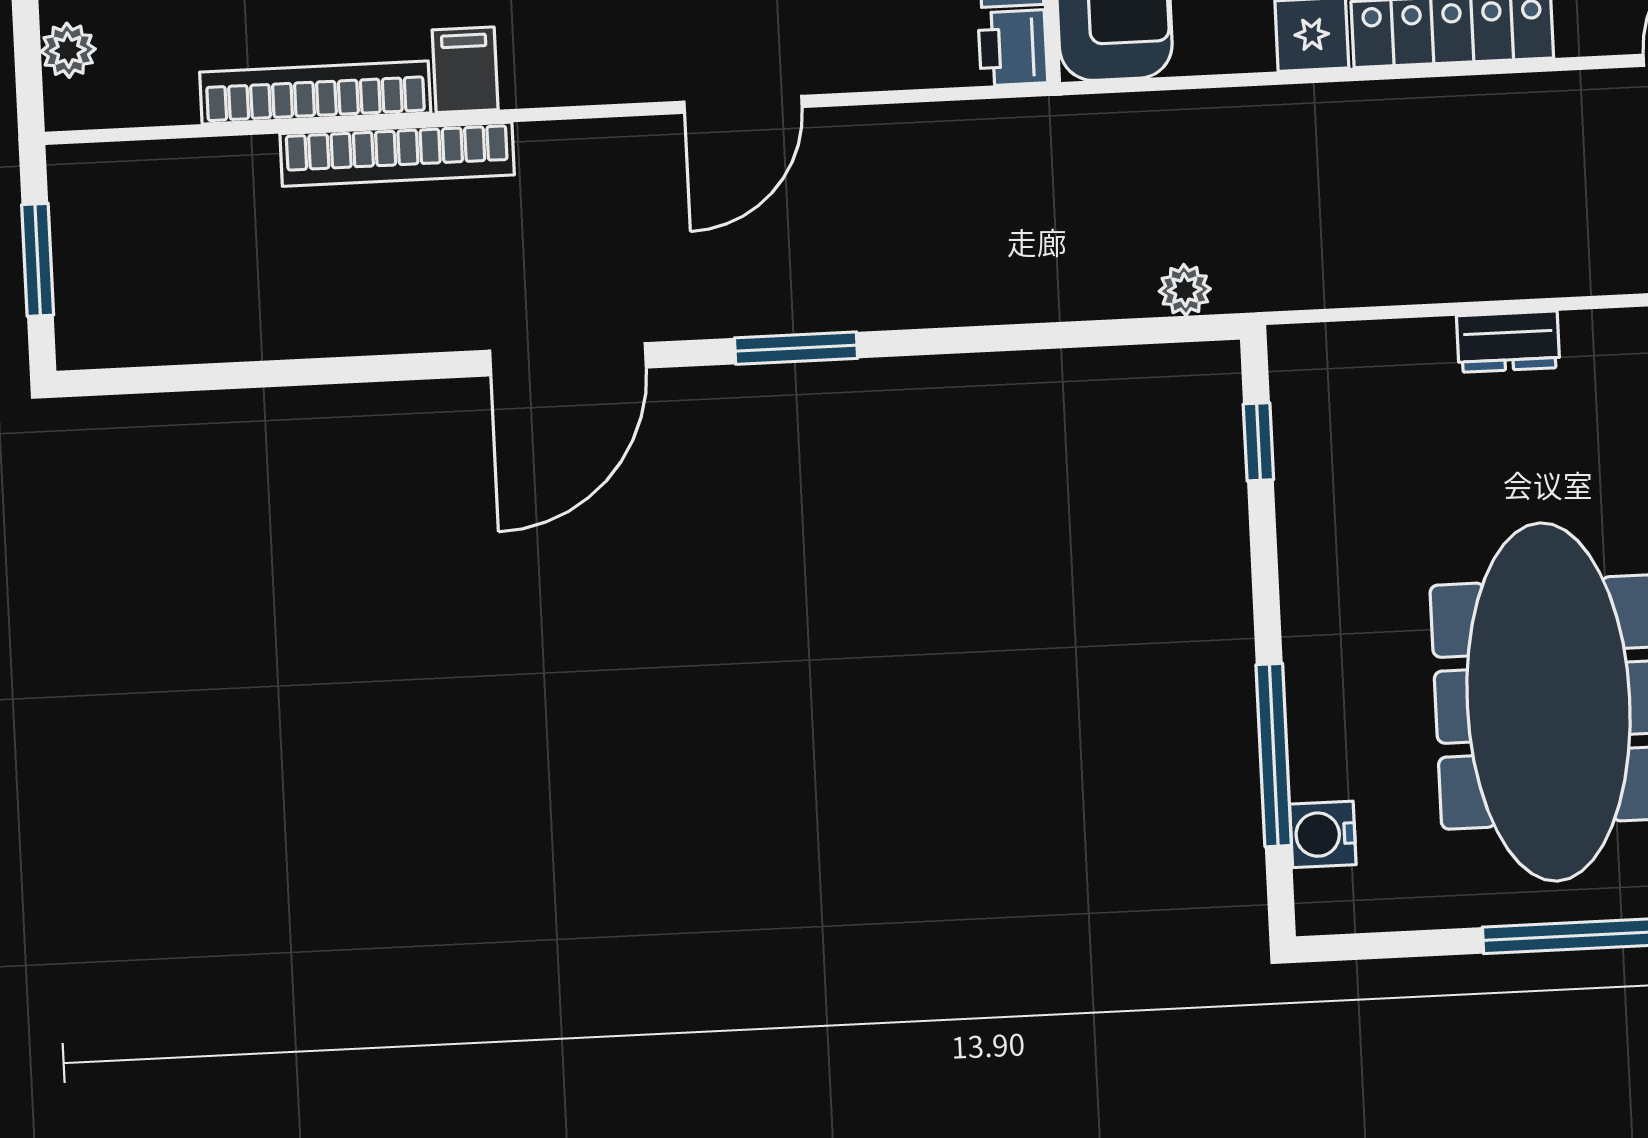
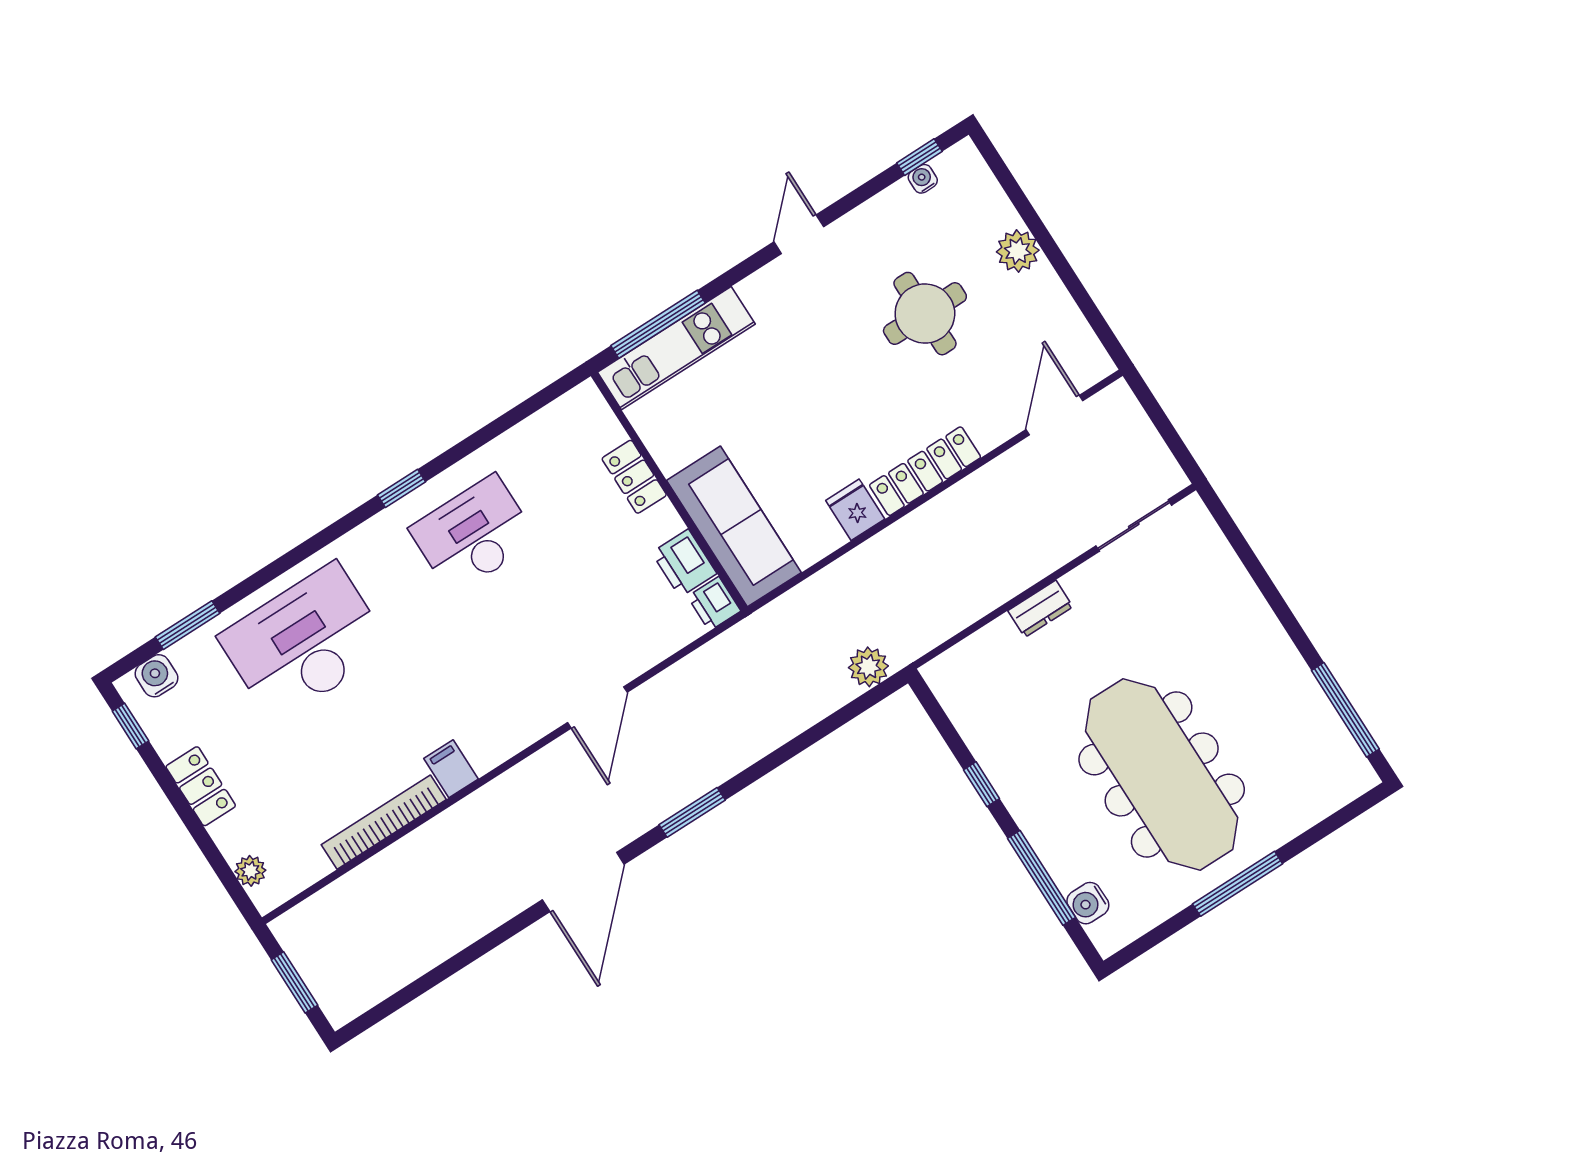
bookcase: (397, 154) -> (441, 829), removed
plant: (1185, 290) -> (868, 667), width x1.38, depth x1.38
window: (1258, 442) -> (982, 784), moved

